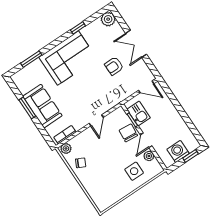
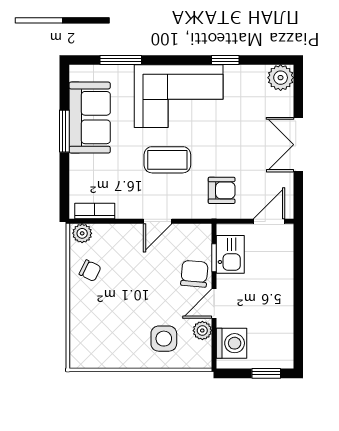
armchair: (114, 66) -> (222, 190), moved, turned 180
door: (146, 87) -> (269, 221), swing flipped
coffee table: (82, 90) -> (167, 160), added
sofa: (42, 106) -> (90, 118), moved
washing machine: (178, 151) -> (232, 343), moved, turned 90

